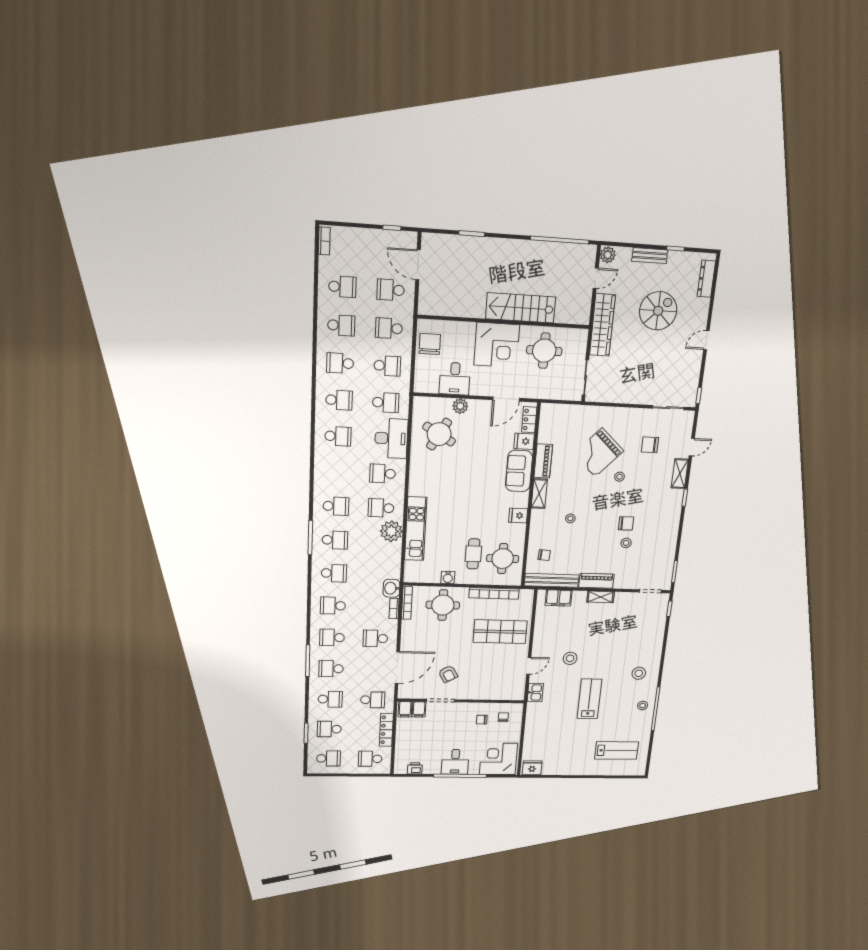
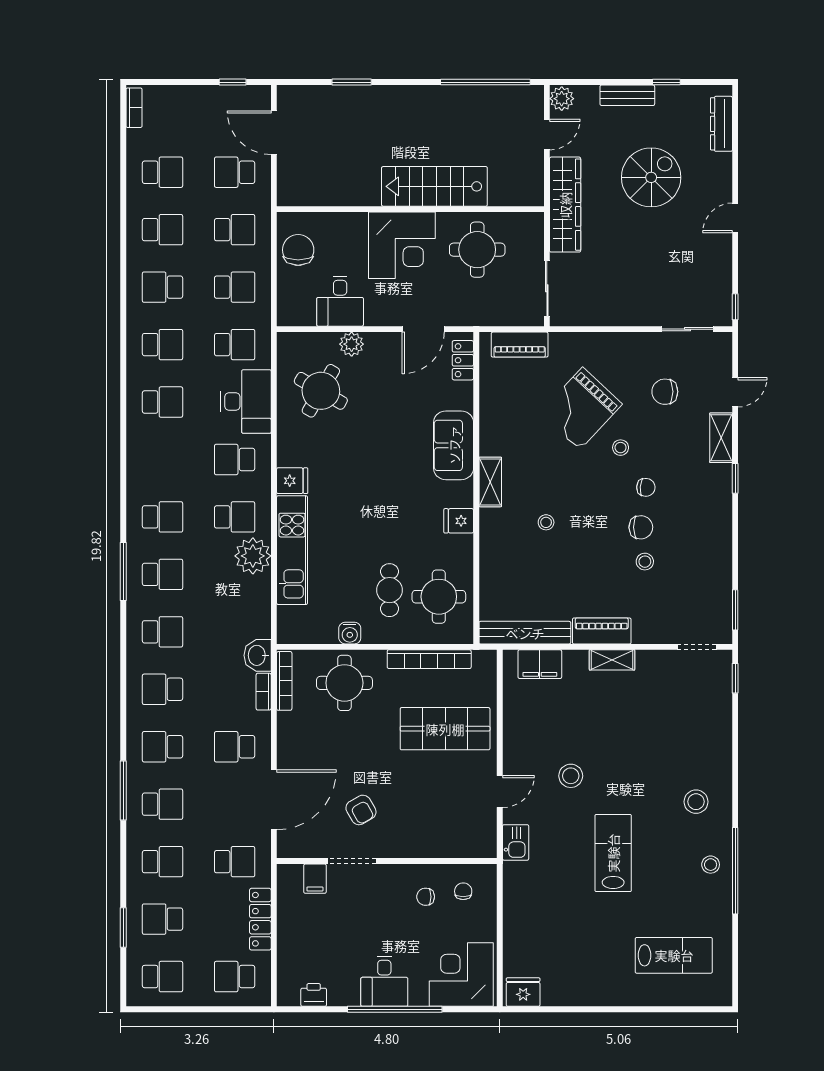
school desk: (389, 328) -> (235, 230), turned 180
fridge: (524, 441) -> (292, 481), moved, turned 180
piano: (543, 461) -> (520, 345), moved, turned 90
school desk: (381, 508) -> (235, 517), turned 180
chair: (544, 555) -> (646, 487), moved
school desk: (331, 669) -> (162, 804), turned 180
filing cabinet: (405, 709) -> (291, 879), removed

